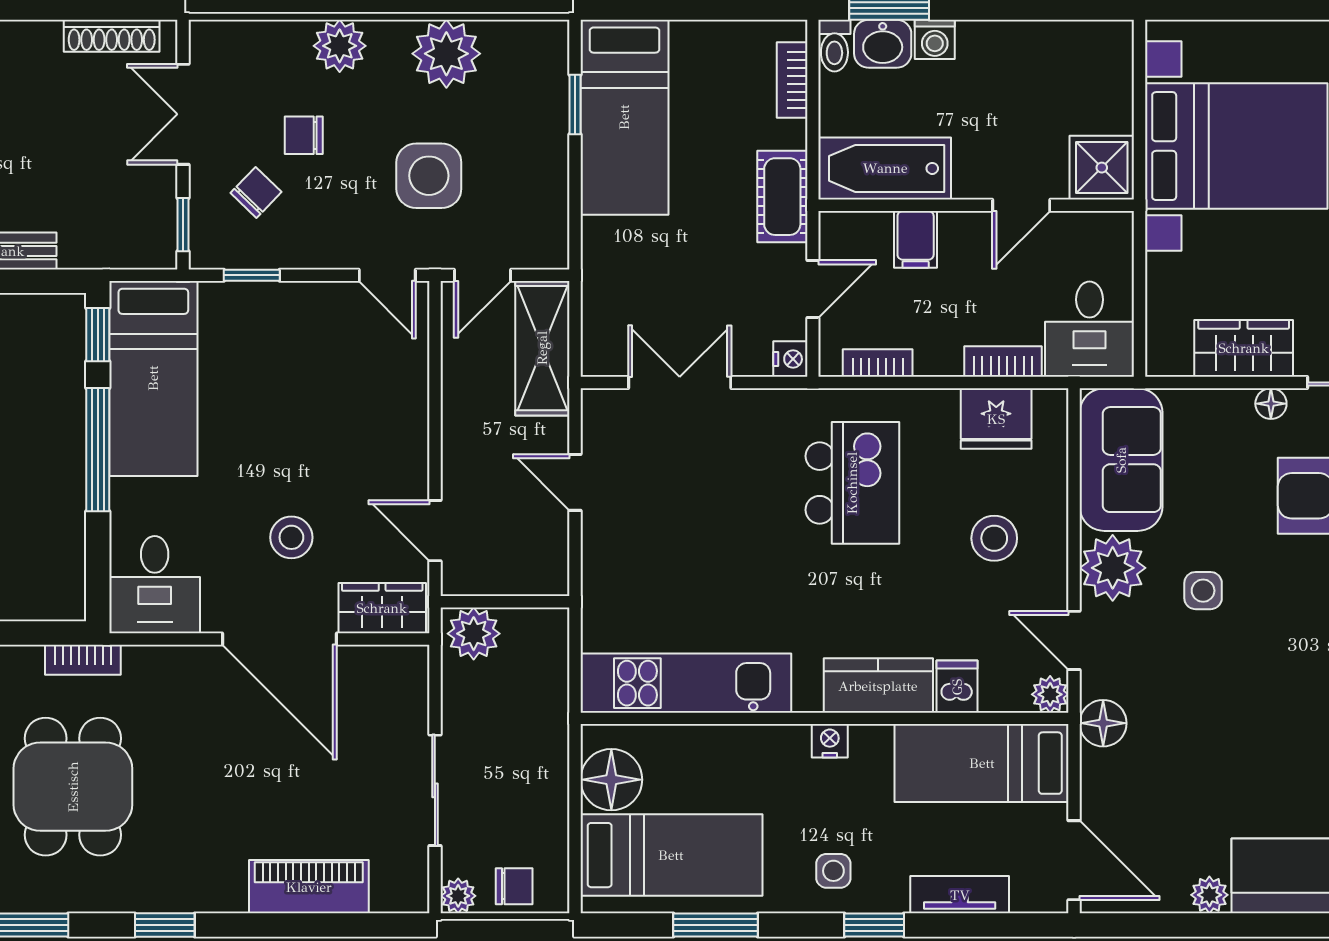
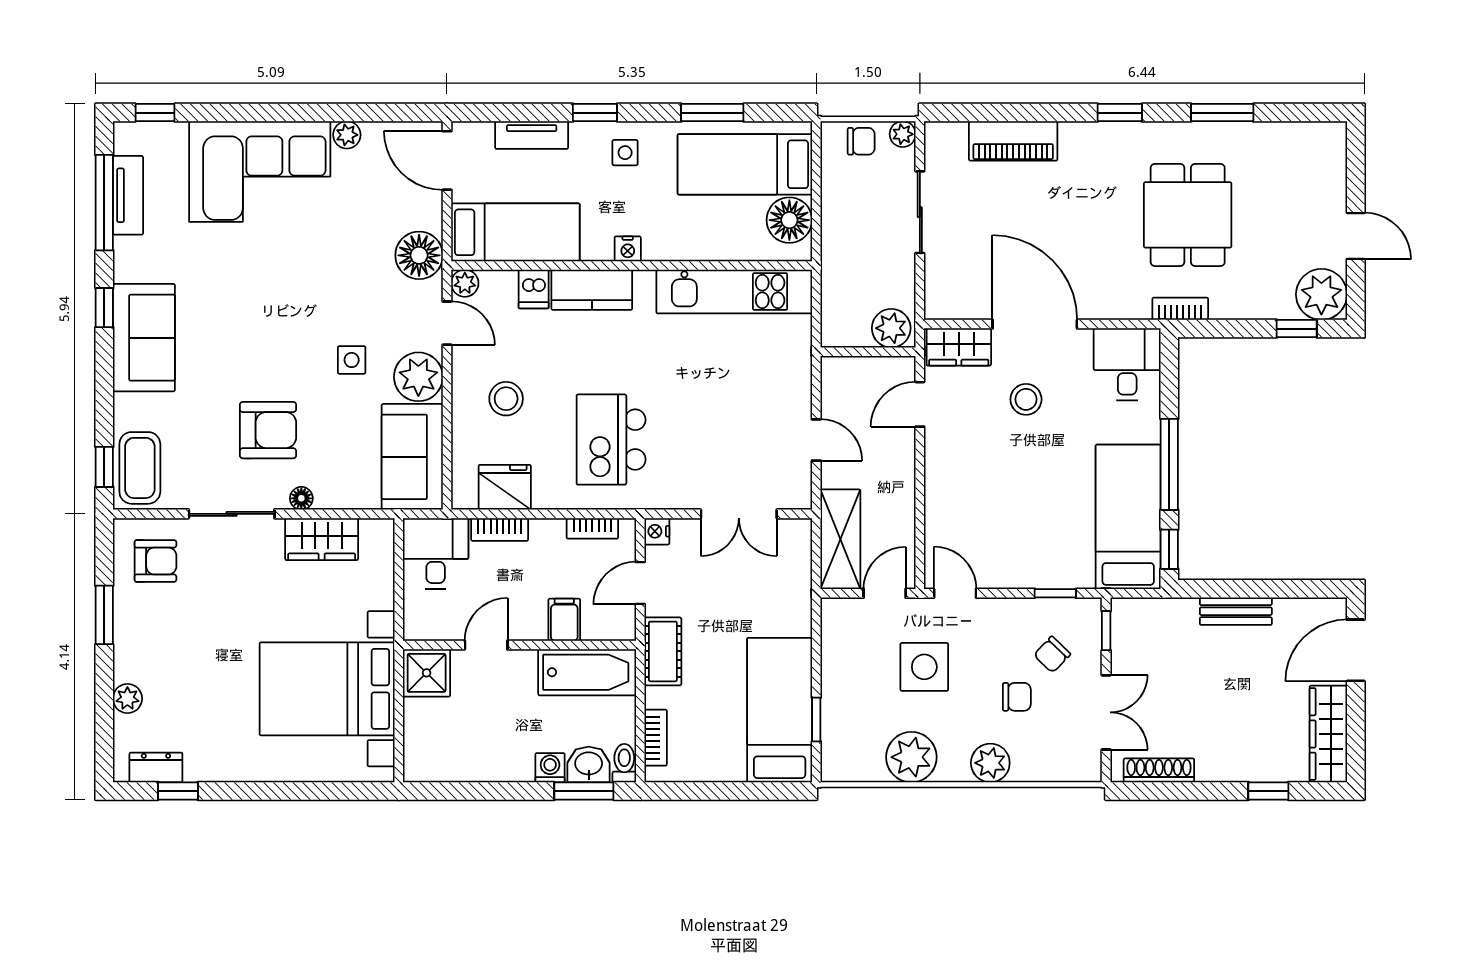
door: (435, 531) -> (920, 404), swing flipped
floor lamp: (1103, 723) -> (419, 255), width x1.38, depth x1.38
chair: (514, 886) -> (861, 141), turned 180

